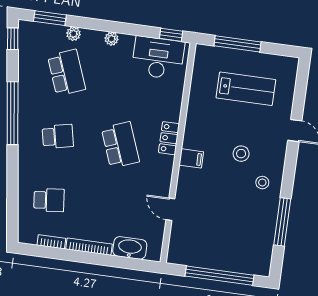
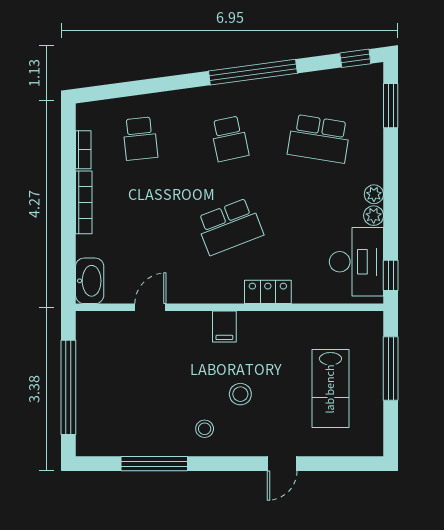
plant: (73, 34) -> (374, 216), moved
school desk: (66, 73) -> (319, 139), turned 30
locker: (169, 138) -> (268, 292), moved
washbasin: (130, 248) -> (90, 281), moved

